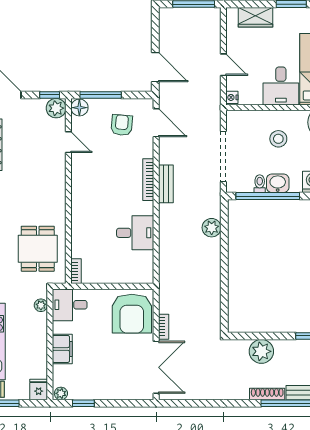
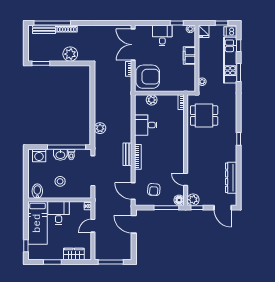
door: (223, 65) -> (93, 226), hinge flipped
dining table: (38, 249) -> (204, 116), turned 90
plant: (125, 275) -> (152, 100), added
desk: (70, 305) -> (162, 35), moved, turned -90
armchair: (132, 314) -> (148, 77), turned 90

